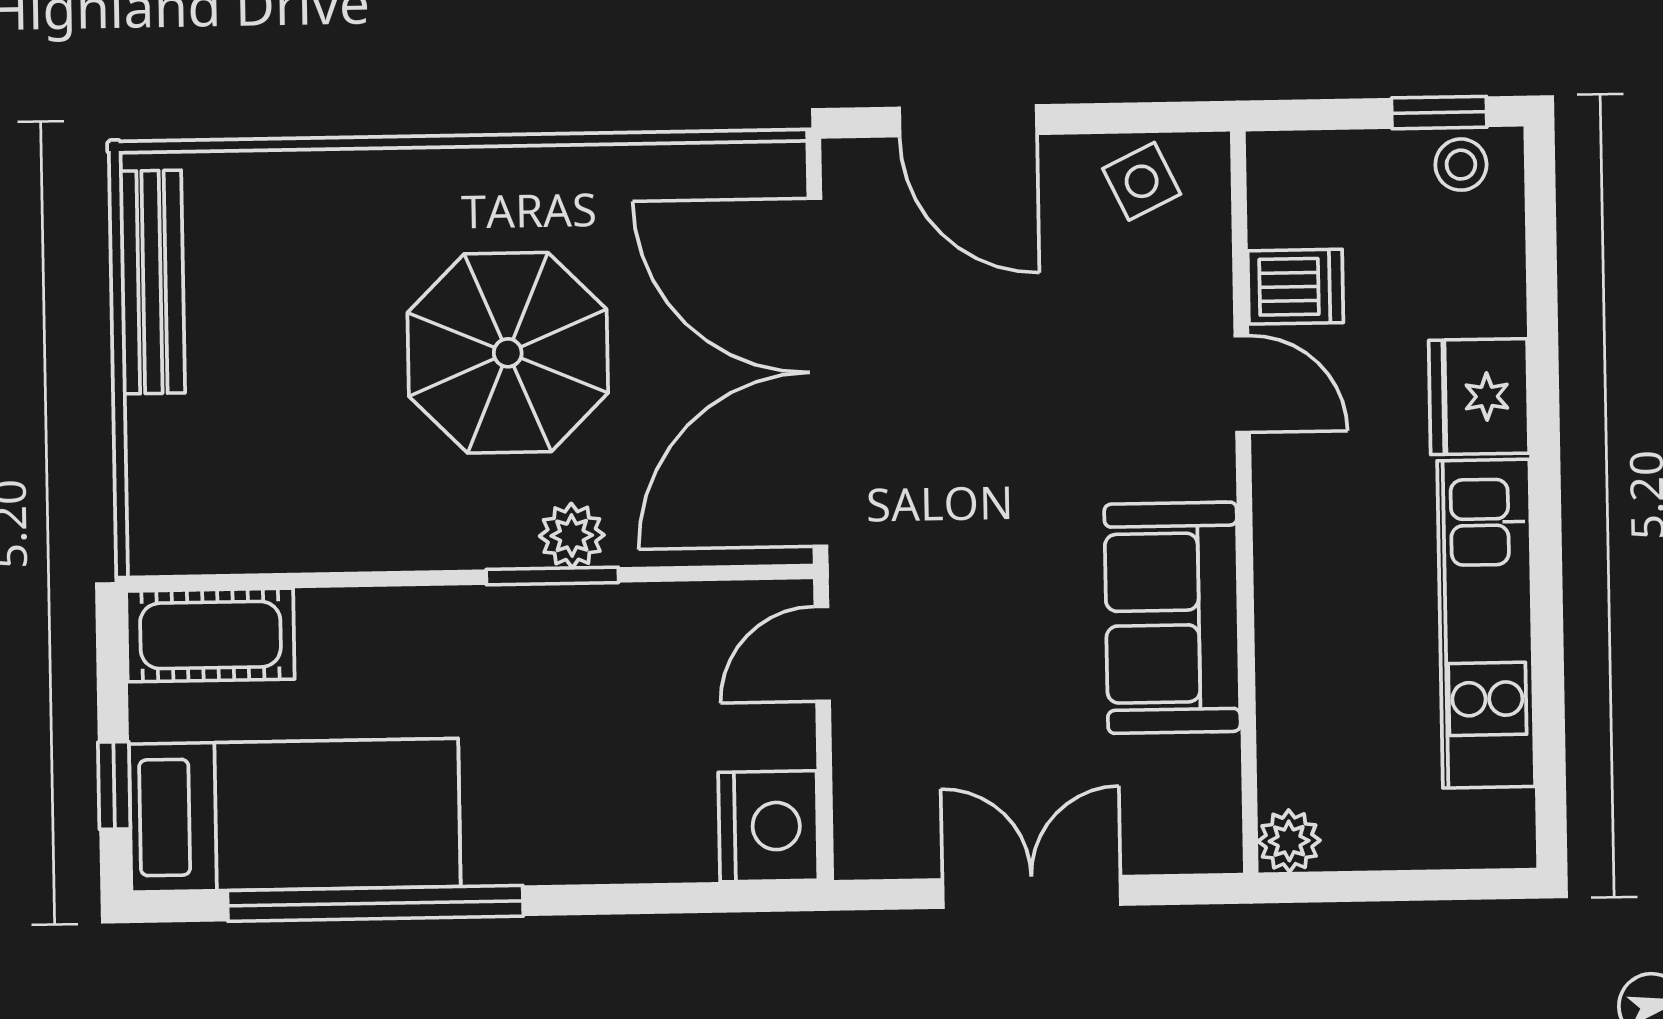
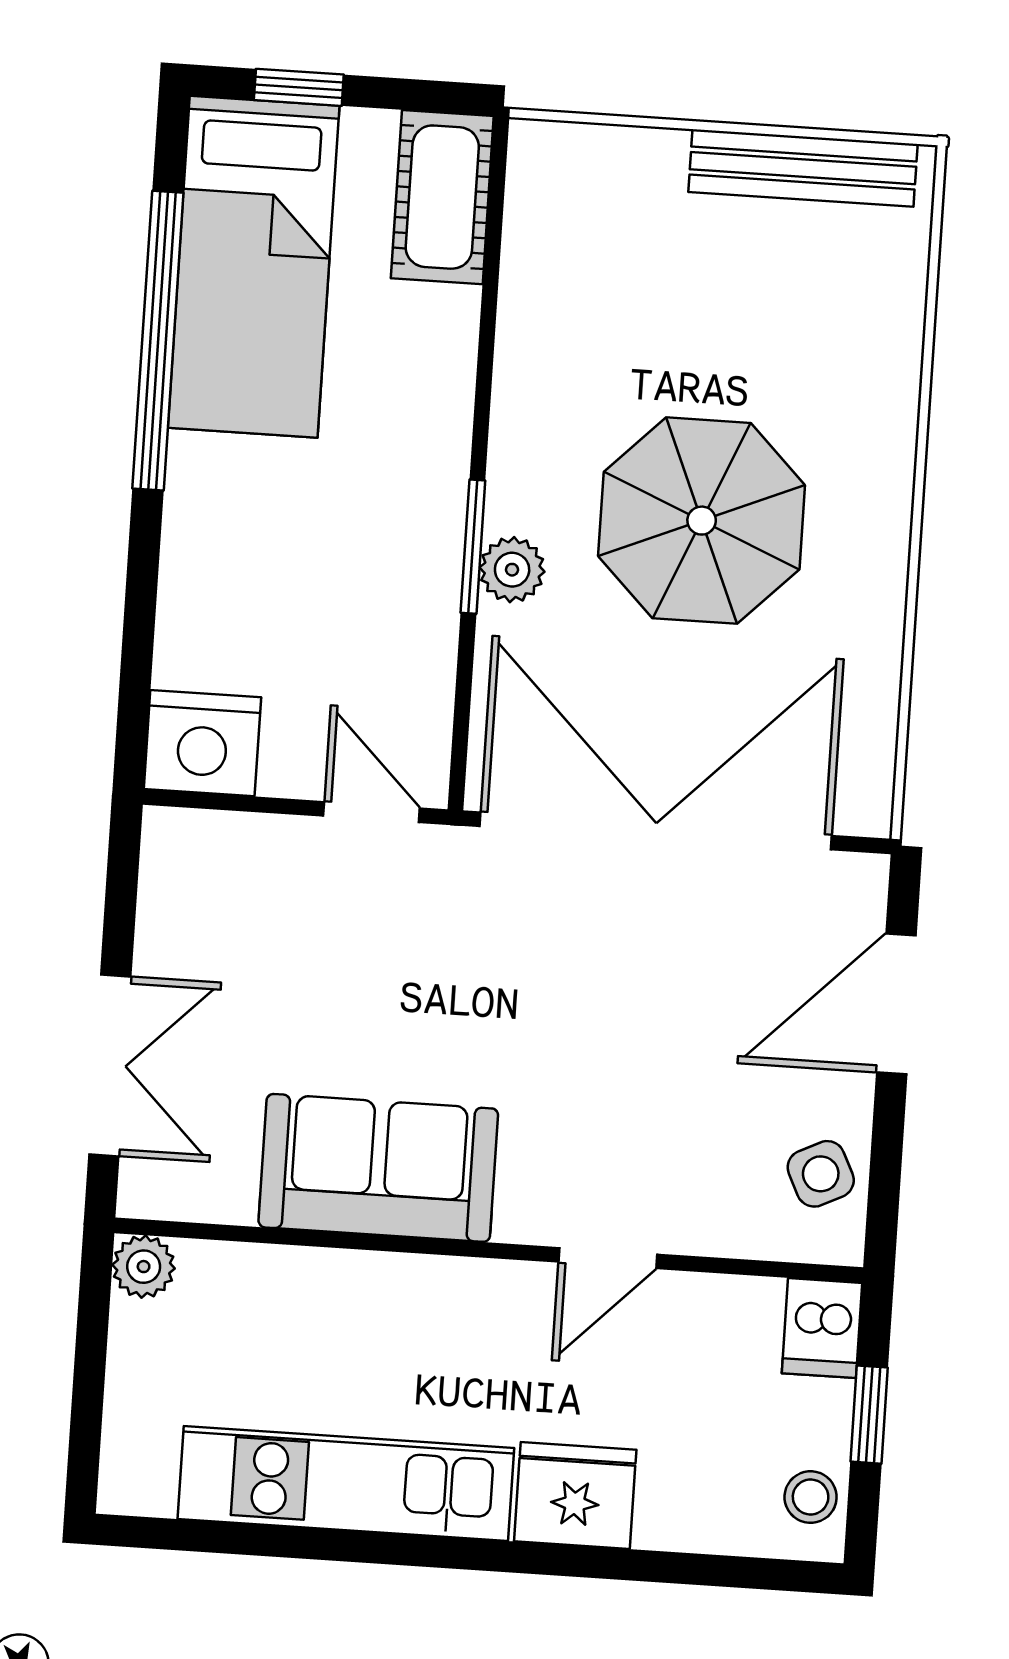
window: (1439, 113) -> (869, 1415), moved
dishwasher: (1296, 287) -> (822, 1328), moved
double door: (1032, 892) -> (110, 1065), moved

